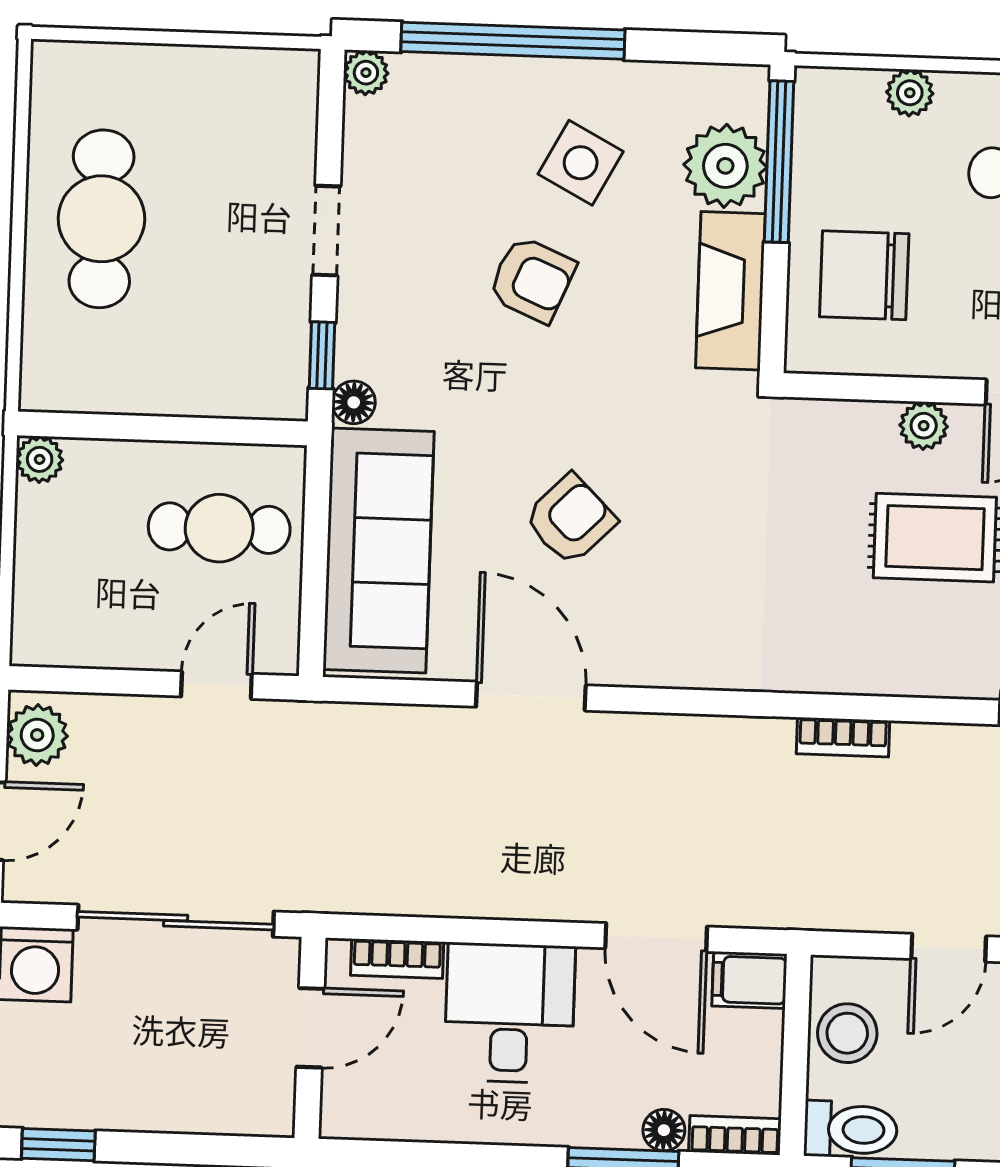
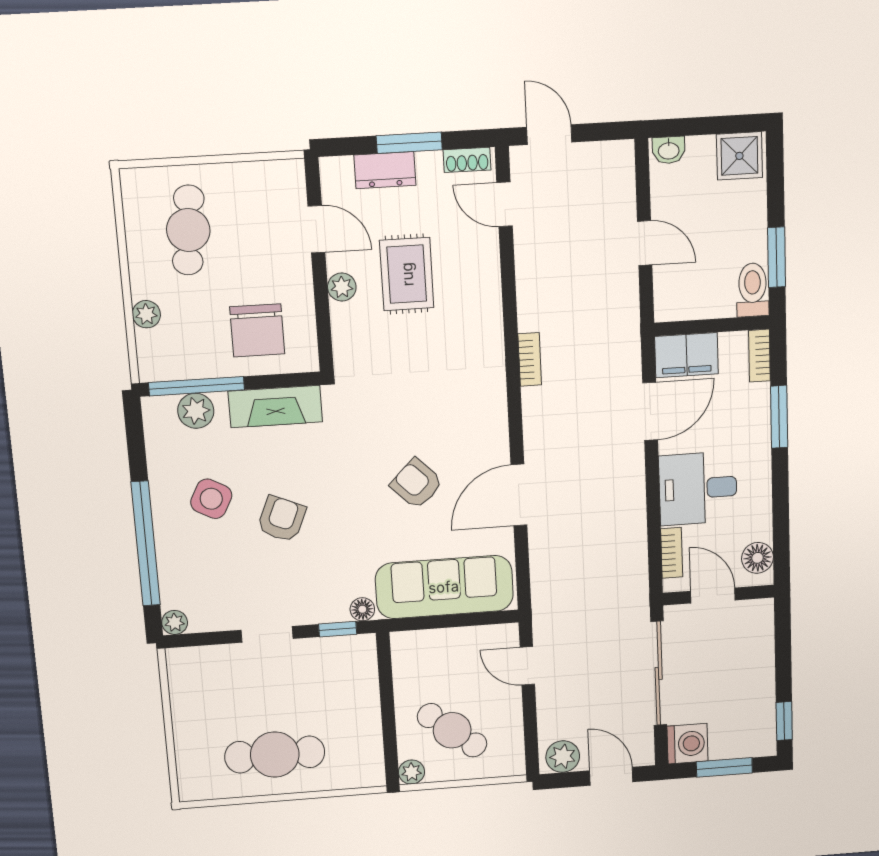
plant: (725, 166) -> (196, 411), width x0.73, depth x0.73
cafe table: (219, 528) -> (452, 730), moved, turned -51
bookcase: (843, 737) -> (530, 359), moved
filing cabinet: (749, 980) -> (686, 355), width x2.00
stool: (847, 1033) -> (698, 297), removed
floor lamp: (664, 1130) -> (758, 558), moved, width x1.37, depth x1.37

